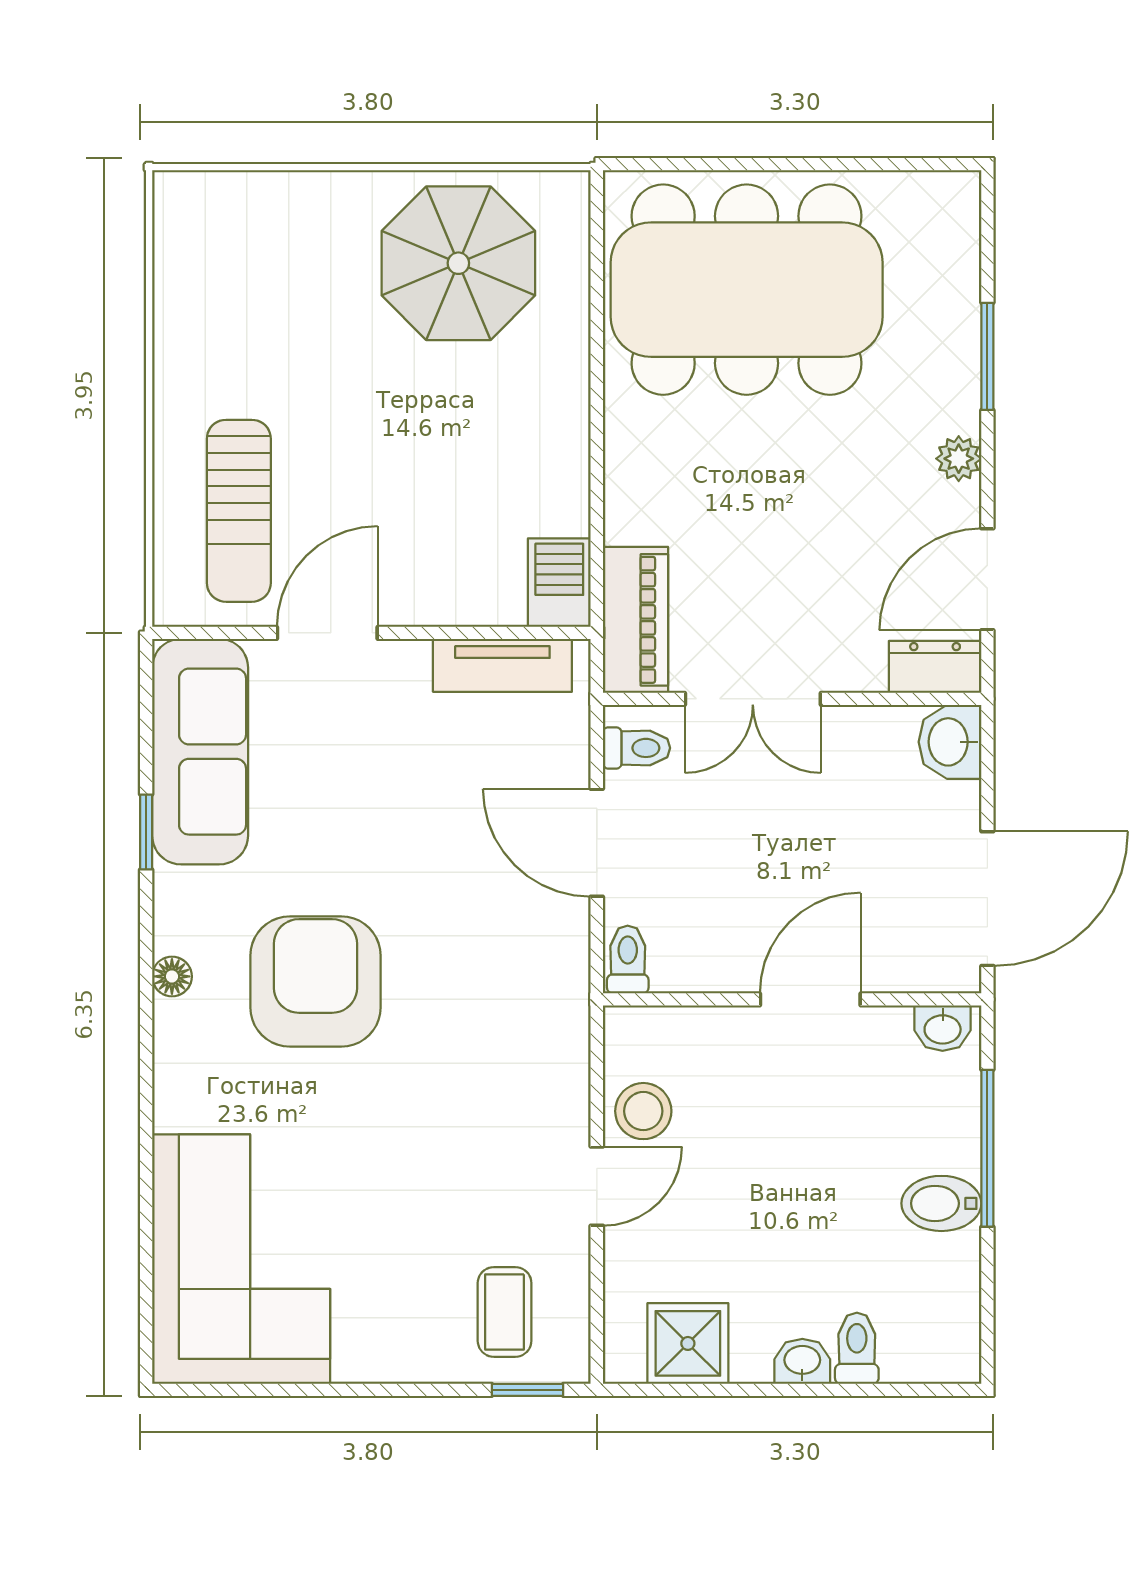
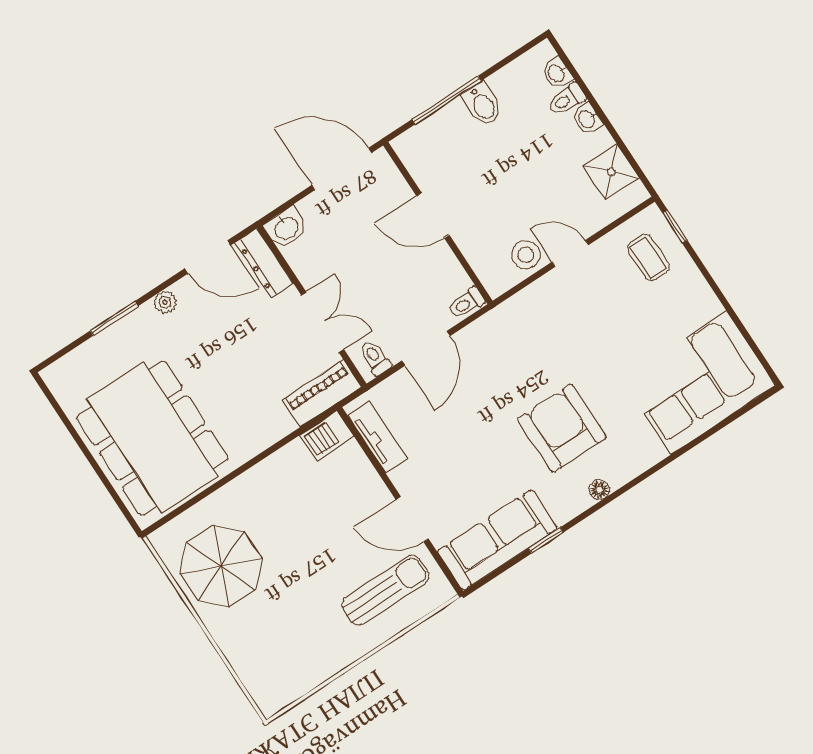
dresser: (935, 667) -> (264, 263), width x1.44
armchair: (316, 982) -> (562, 428), turned 90
washbasin: (943, 1028) -> (557, 73), moved, turned 180
coffee table: (505, 1312) -> (648, 258), turned 90

